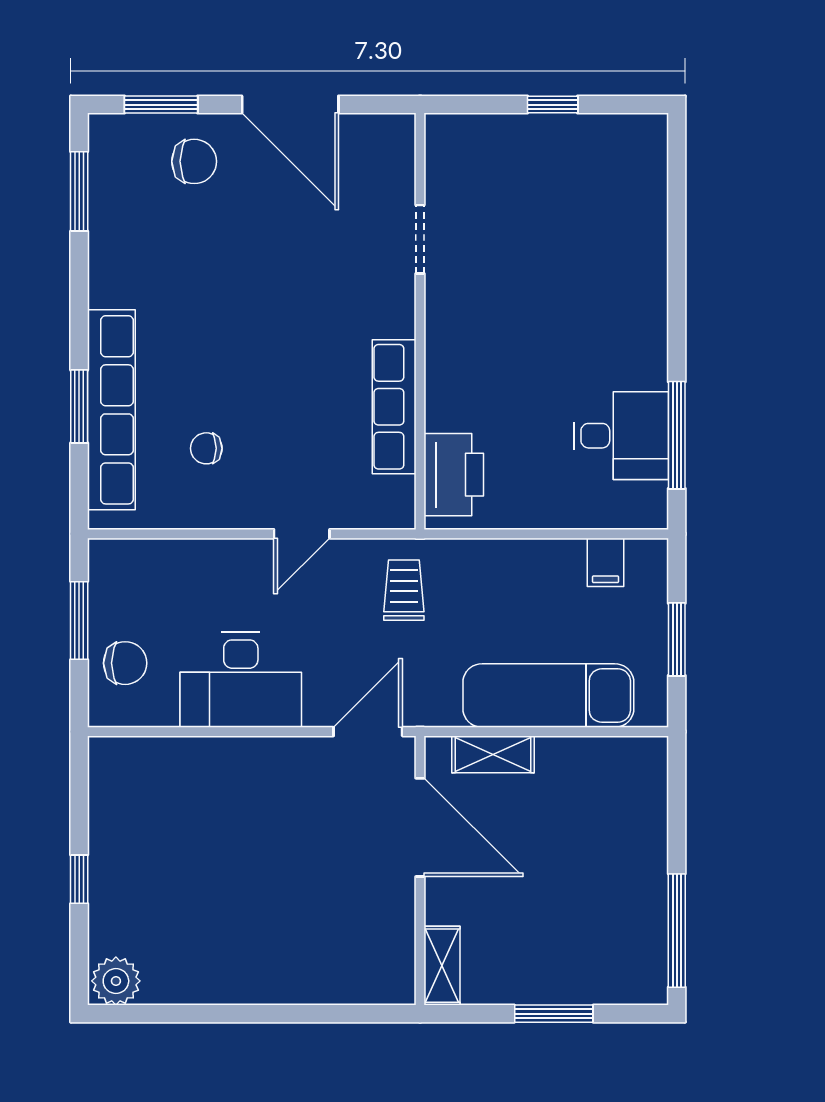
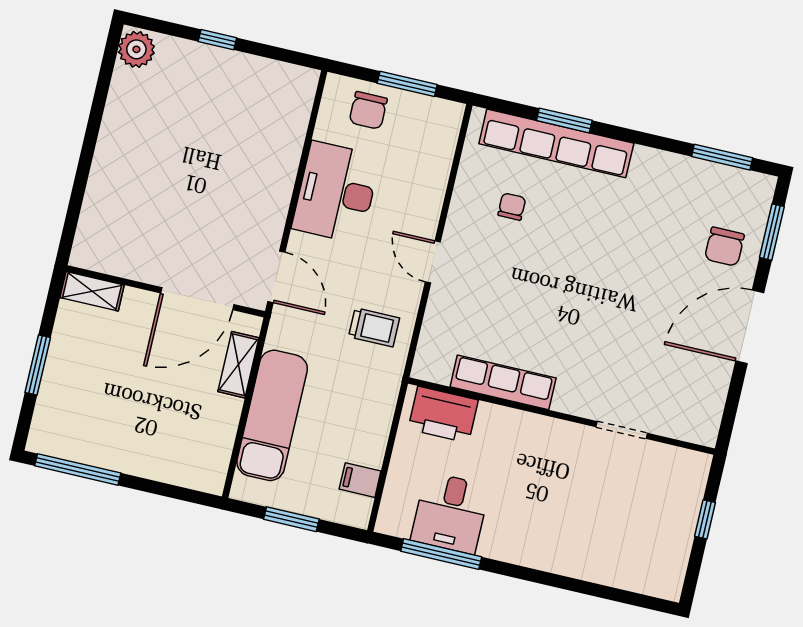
doorway: (420, 239) -> (622, 430), moved
wall: (420, 321) -> (561, 416), moved
row of seats: (394, 407) -> (503, 382), moved
printer: (454, 475) -> (443, 415), moved

